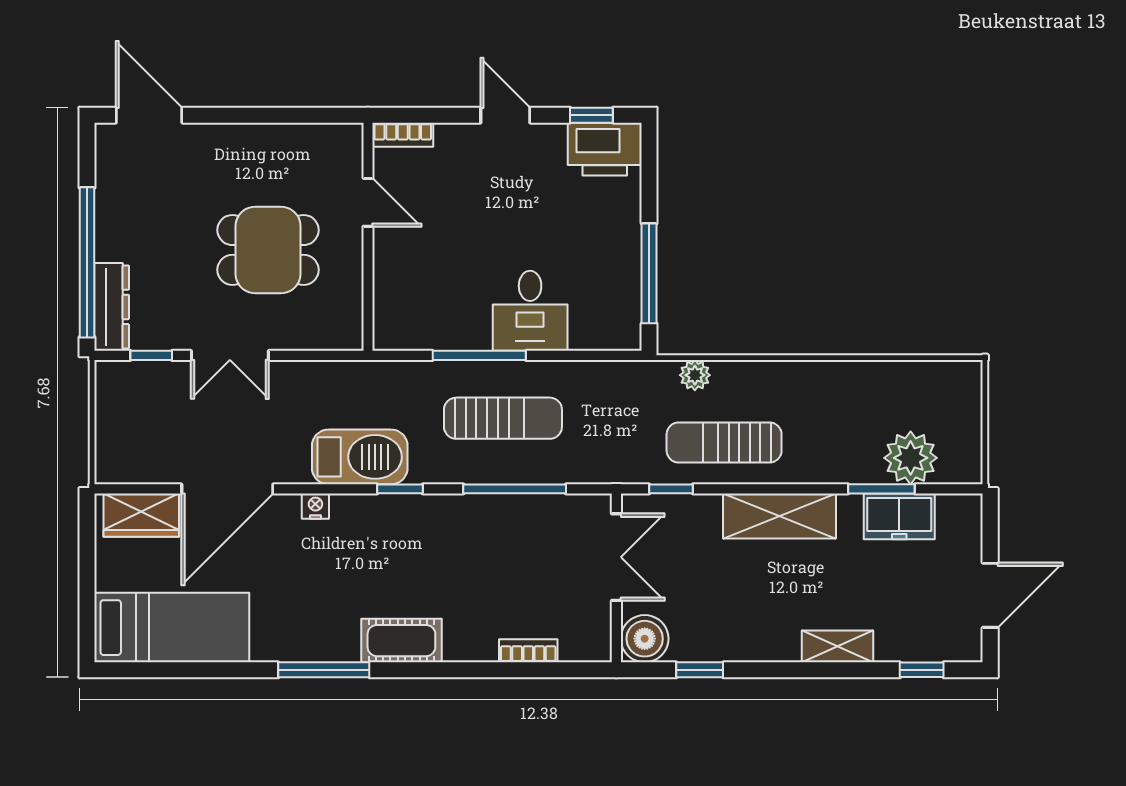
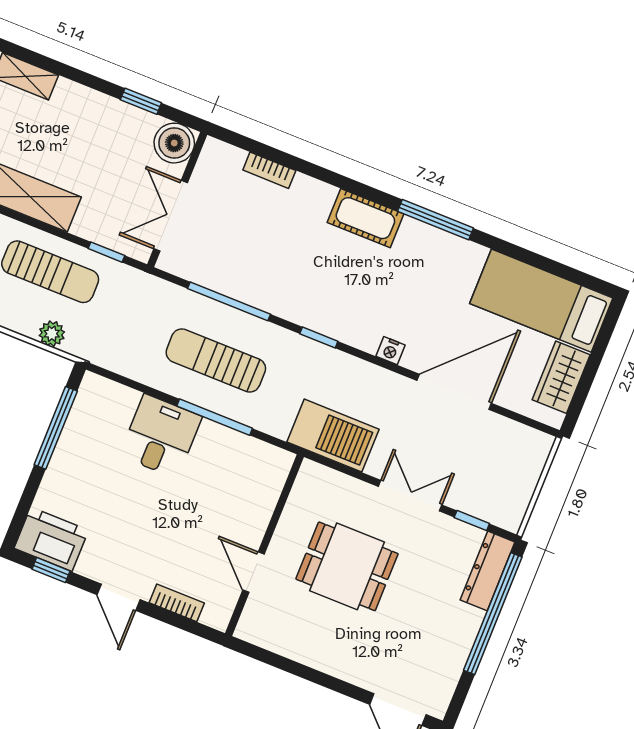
bookcase: (403, 135) -> (177, 603), moved
barbecue: (360, 457) -> (333, 436), moved, turned 180
wardrobe: (141, 515) -> (561, 377), moved, turned -90

